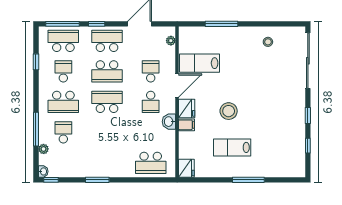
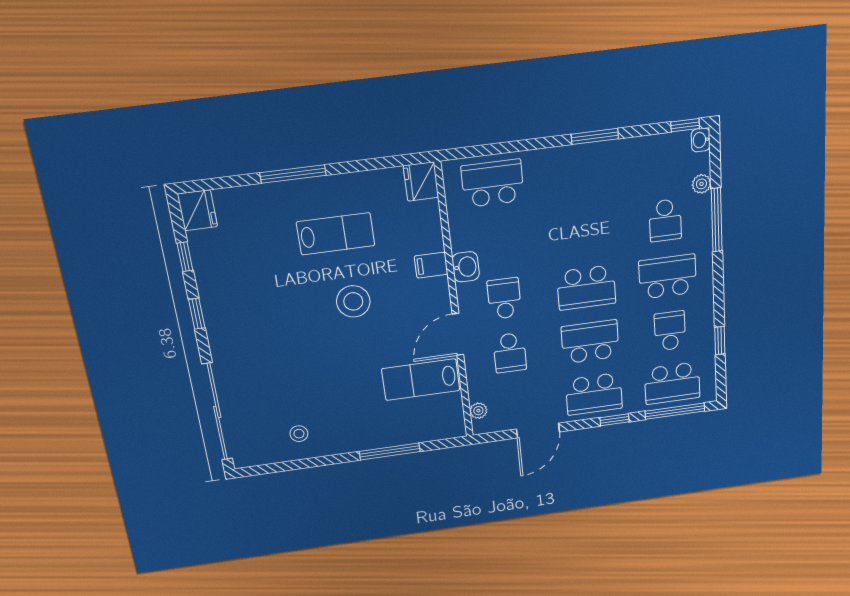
lab bench: (200, 63) -> (421, 380), turned 180
school desk: (63, 71) -> (670, 331), turned 180
fridge: (187, 108) -> (197, 210), moved, turned 180

